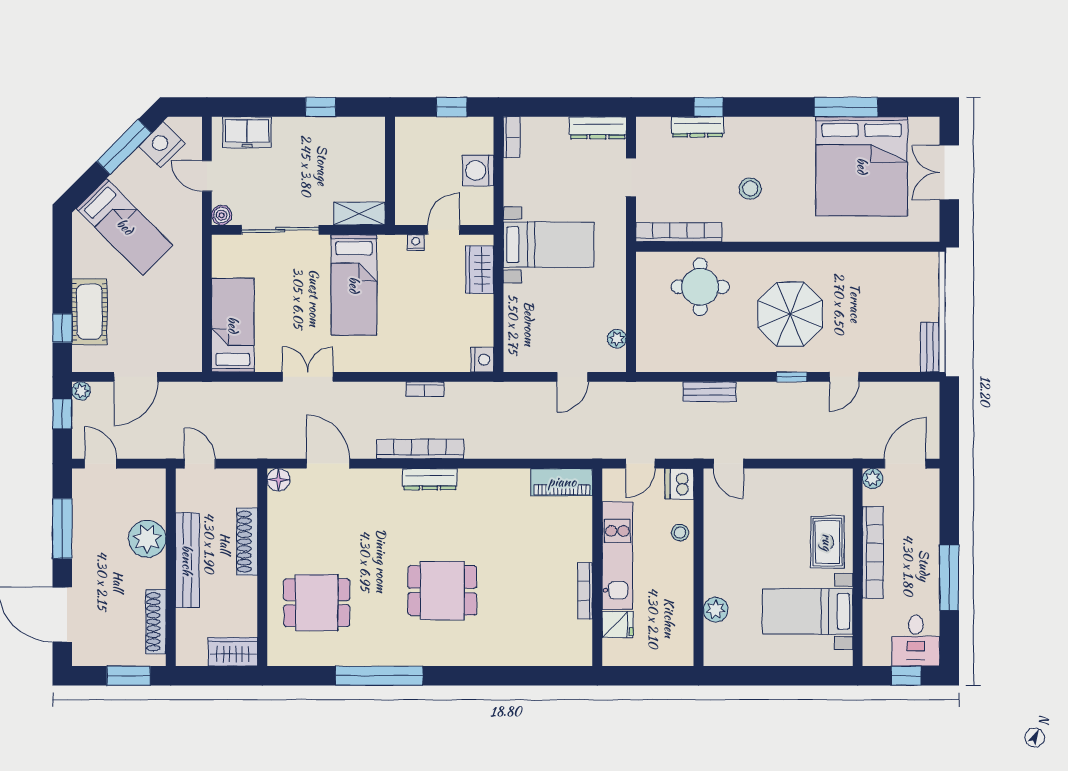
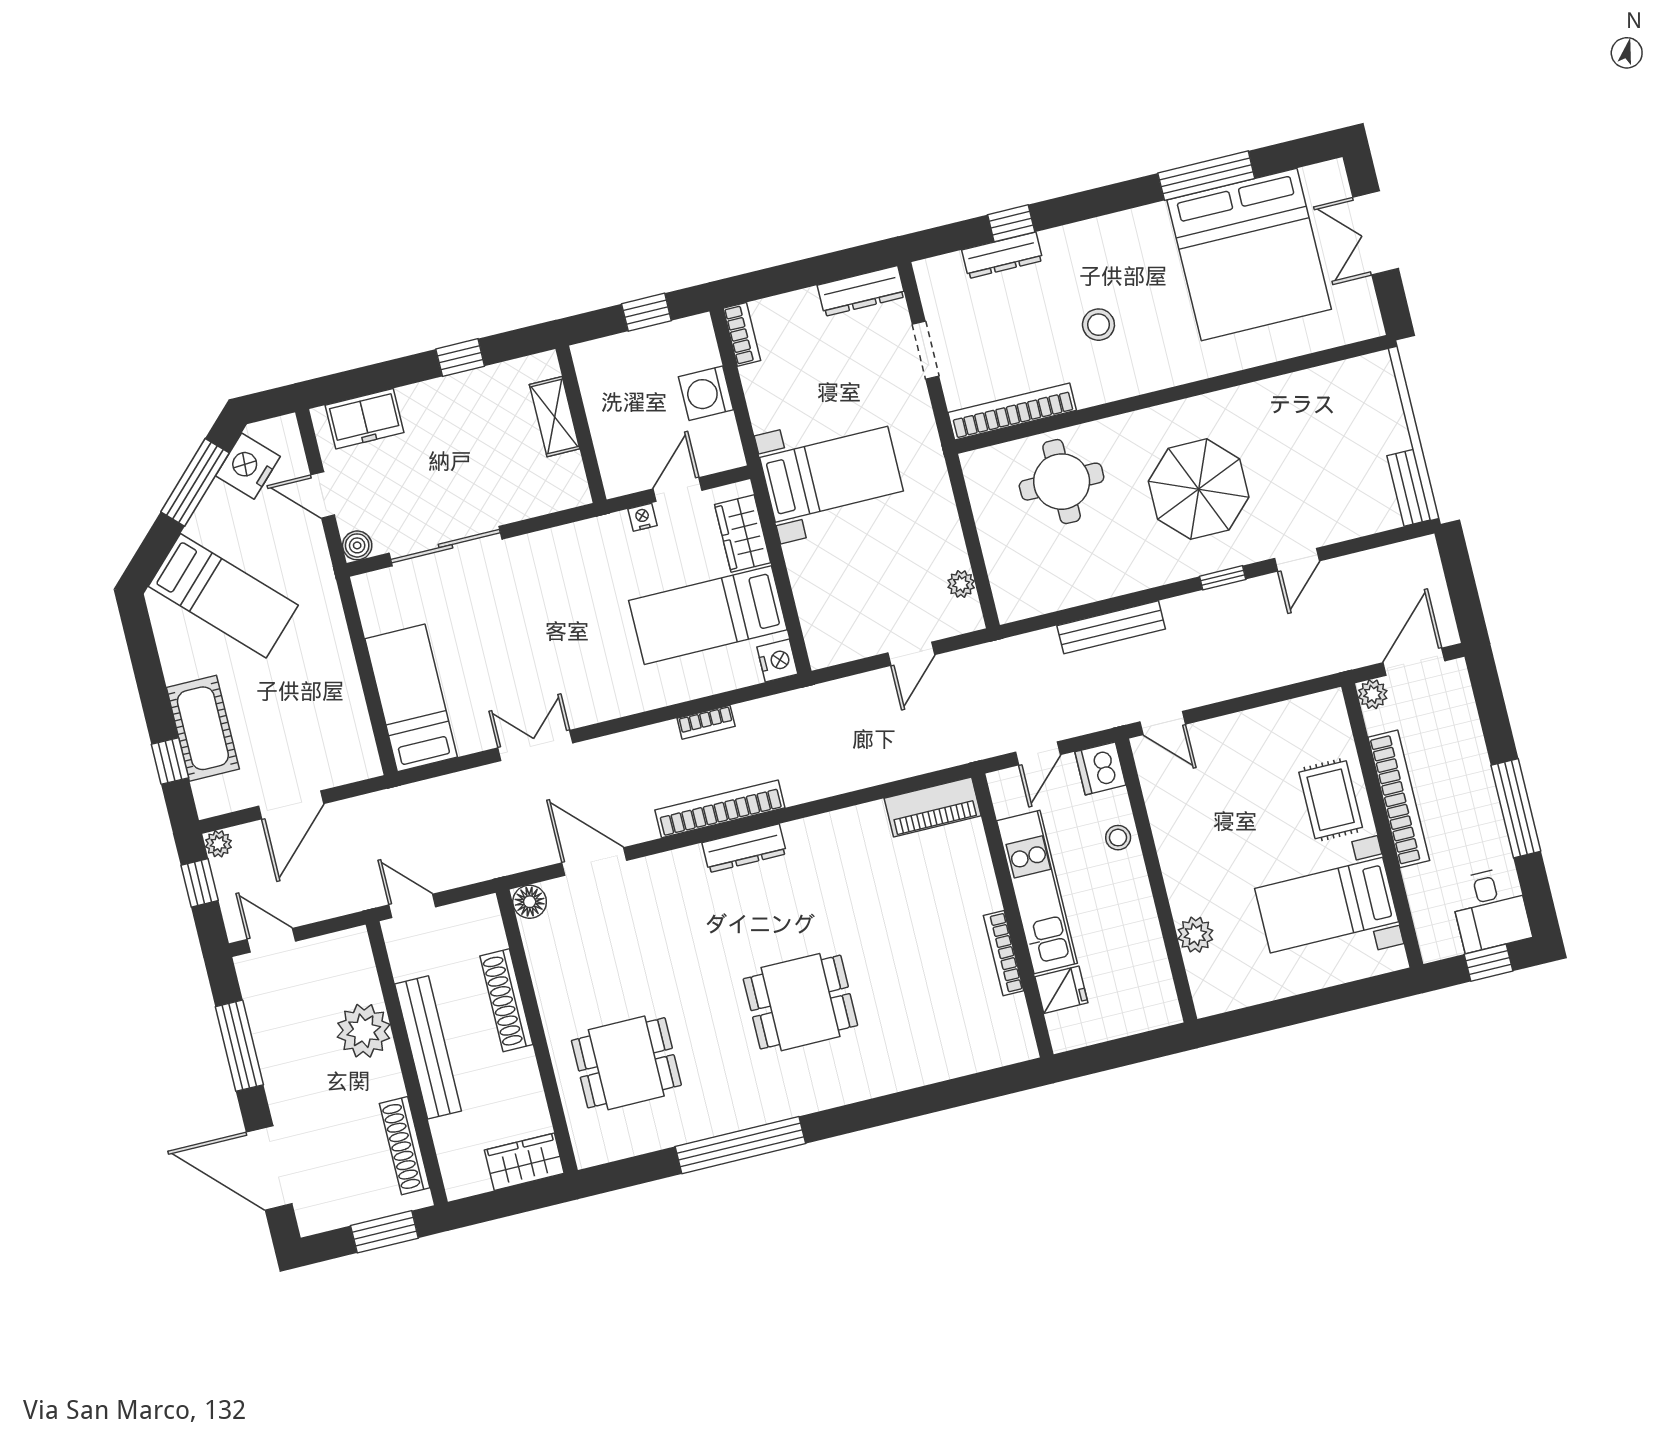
shelving: (360, 214) -> (555, 417), moved, turned 90
bed: (354, 285) -> (708, 615), moved, turned 90
bench: (709, 392) -> (1111, 627), width x1.36

